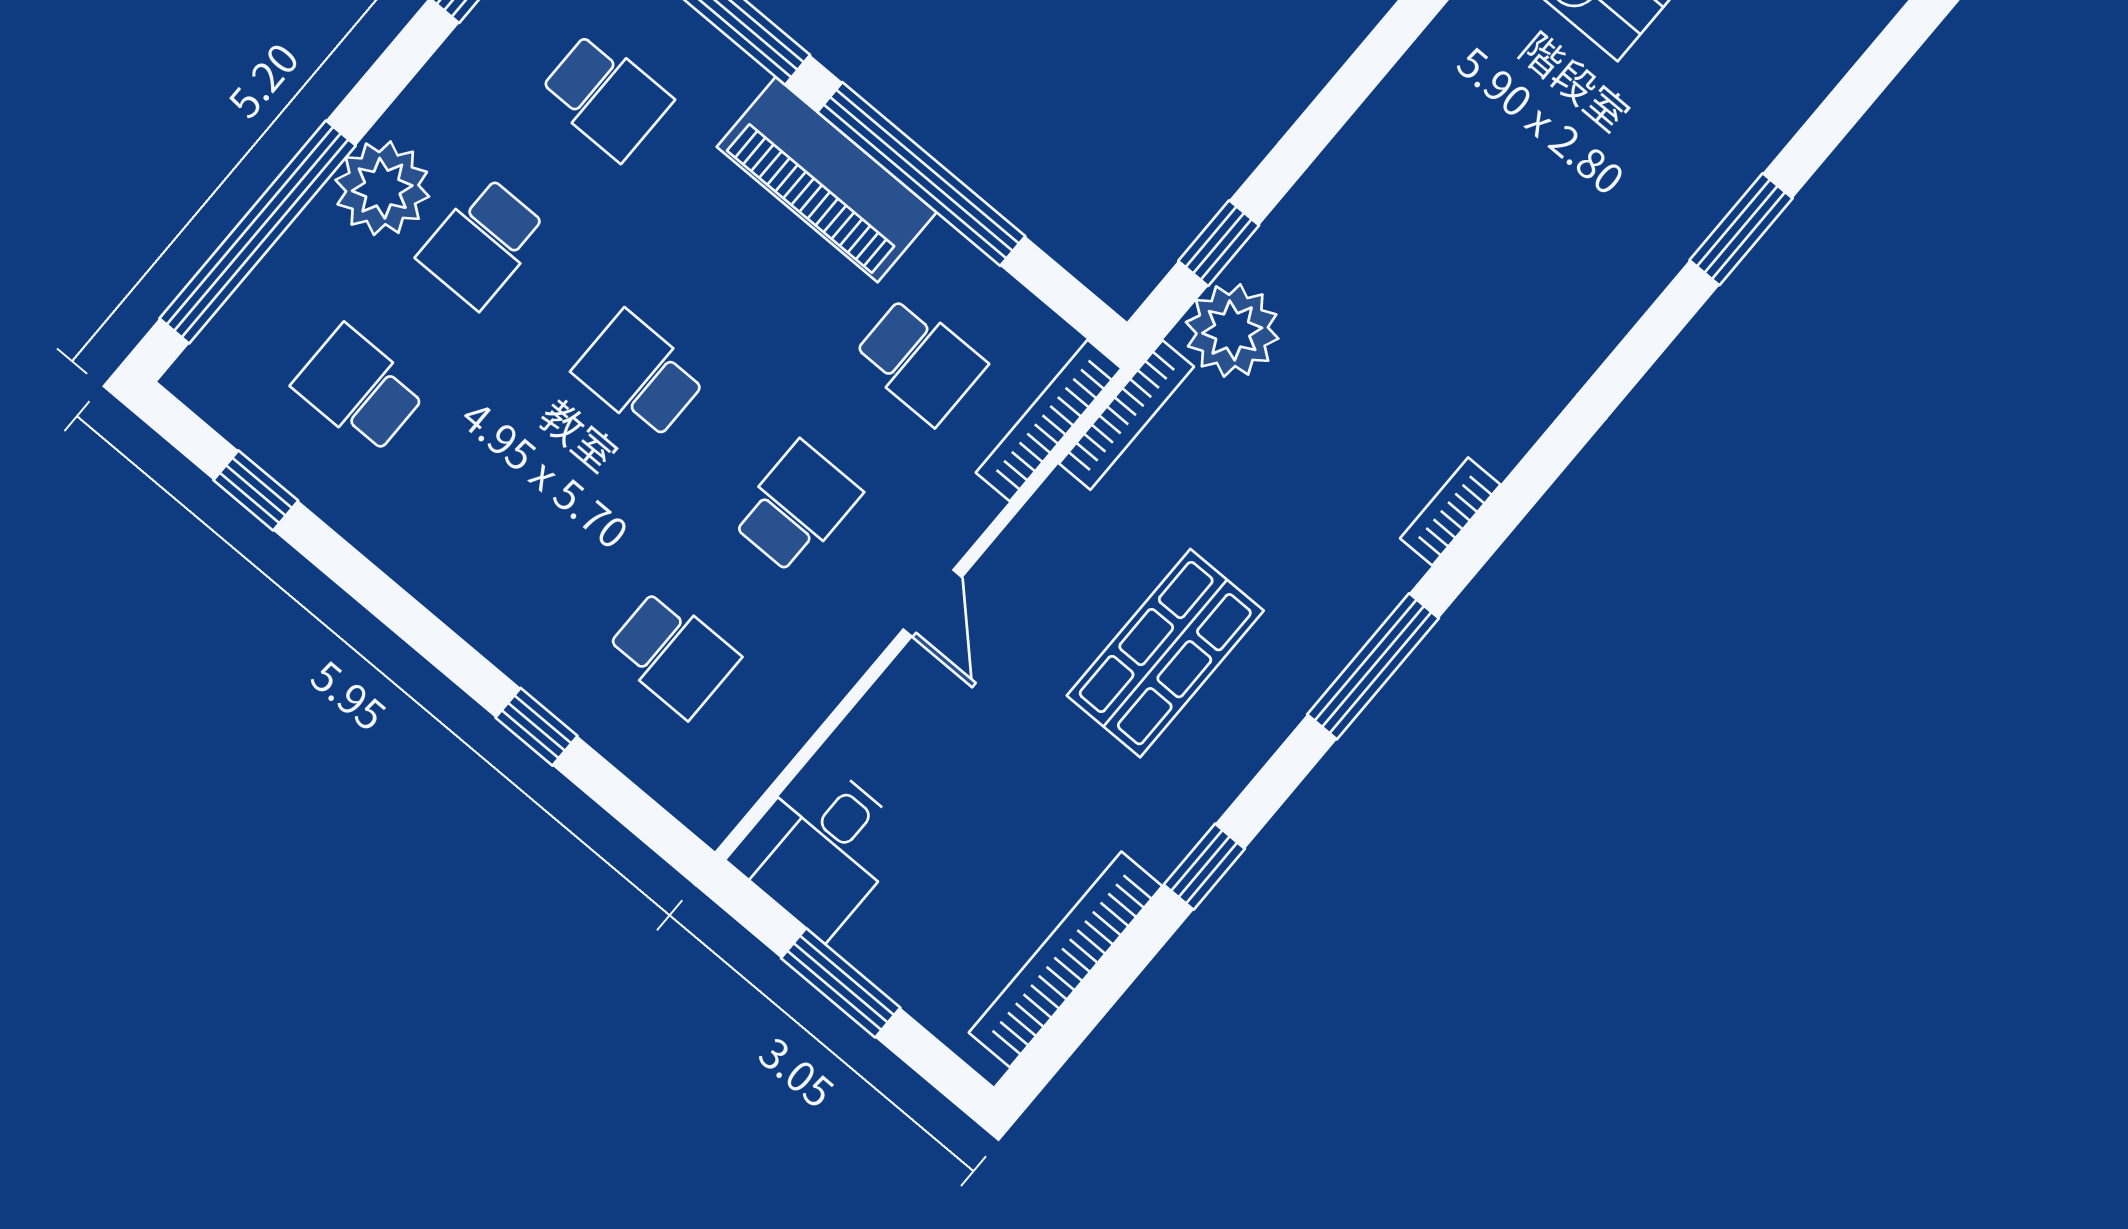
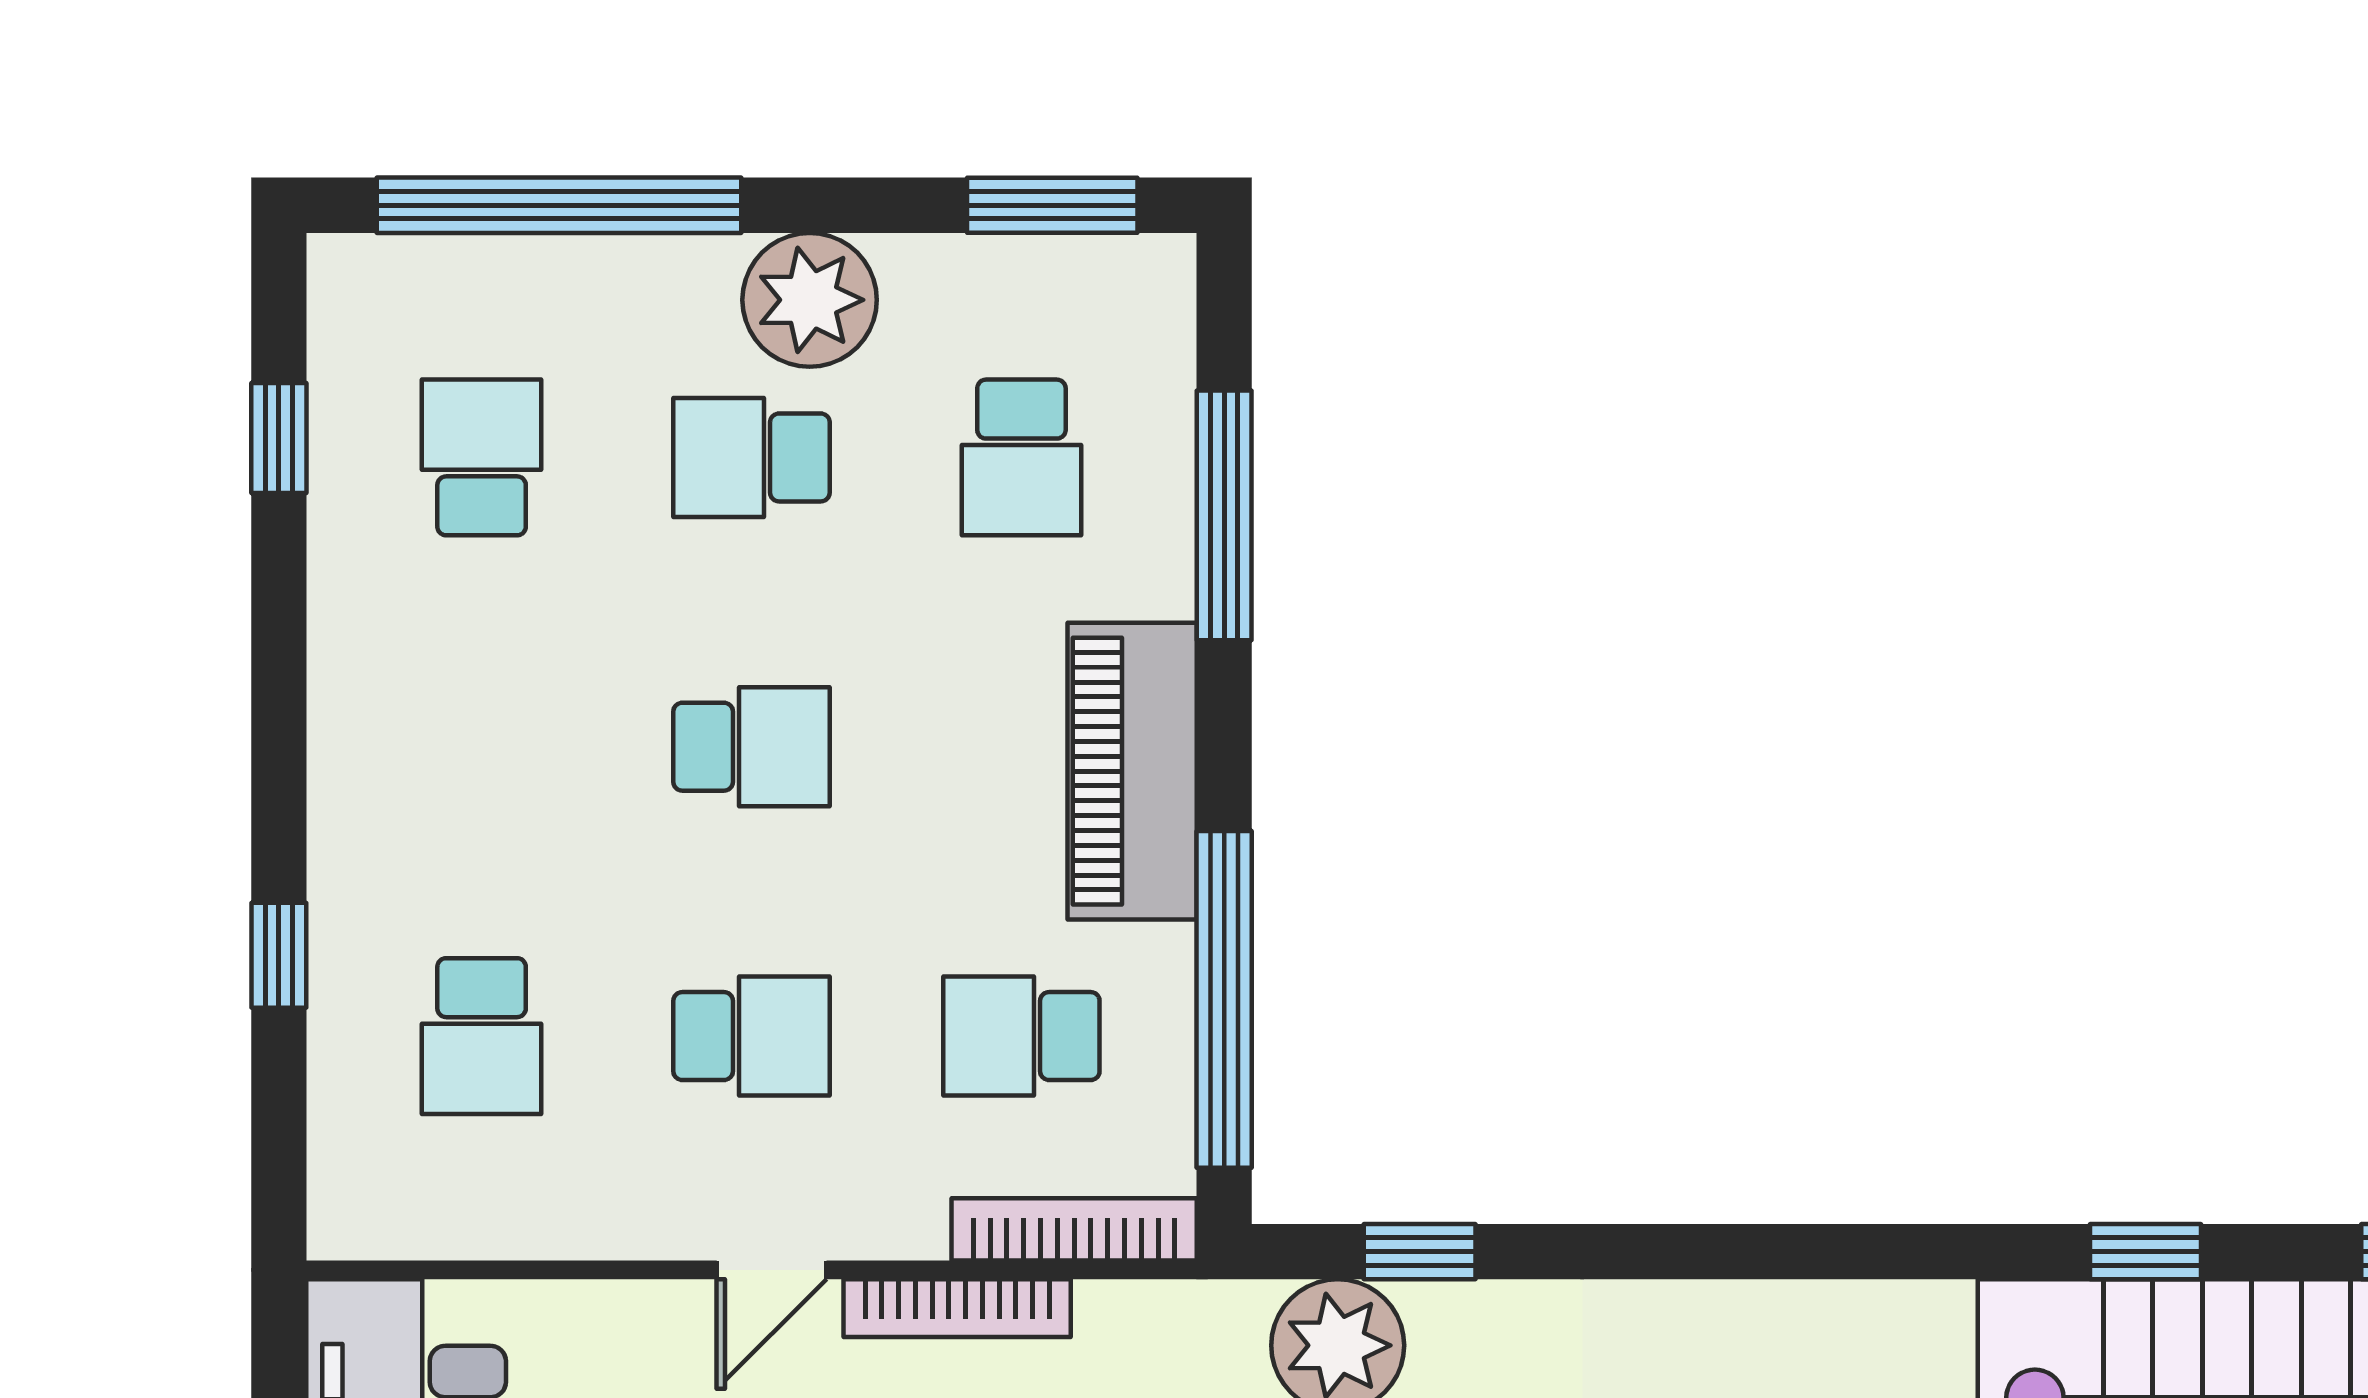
window: (921, 174) -> (1224, 999), moved
plant: (382, 188) -> (810, 300), moved
school desk: (920, 361) -> (1021, 1036), turned 90
school desk: (639, 375) -> (752, 747), turned 90
bookcase: (1126, 415) -> (957, 1308), moved

